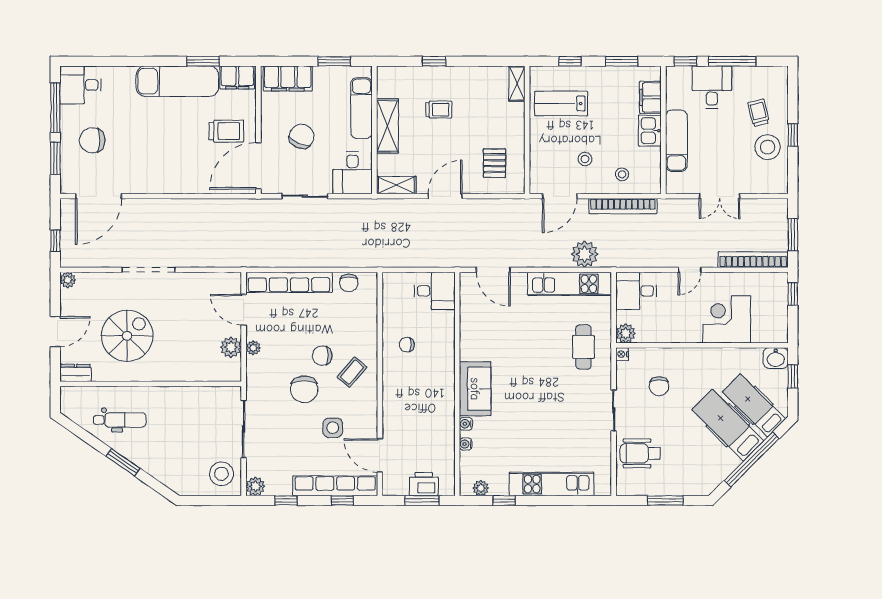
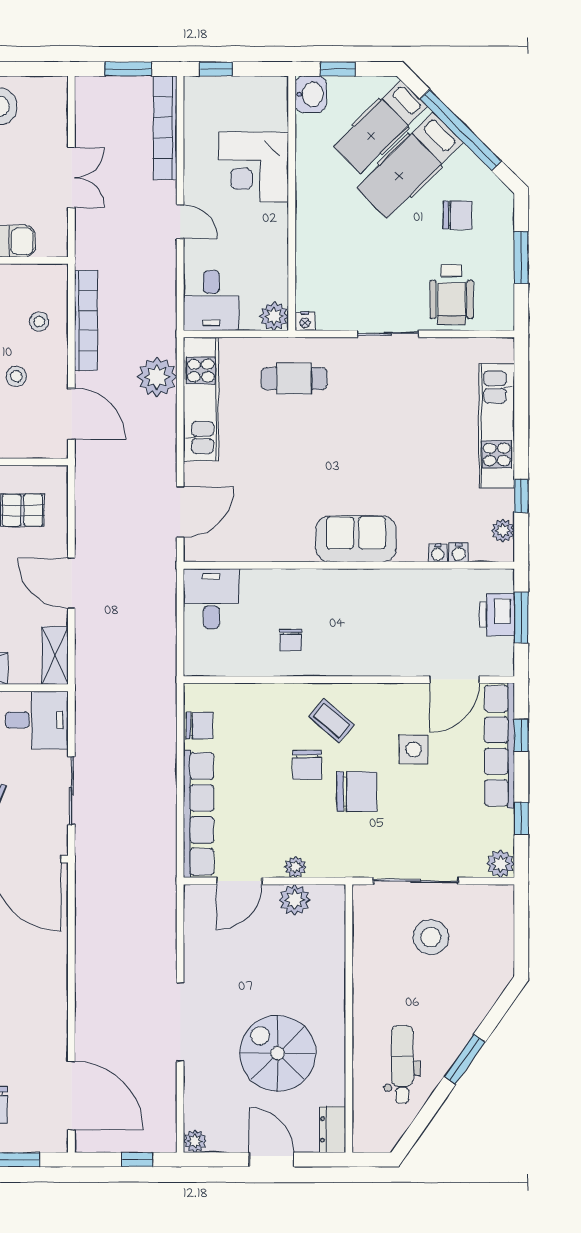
chair: (659, 386) -> (458, 215), moved
water cooler: (466, 424) -> (459, 552), moved
stool: (222, 474) -> (431, 937), moved

